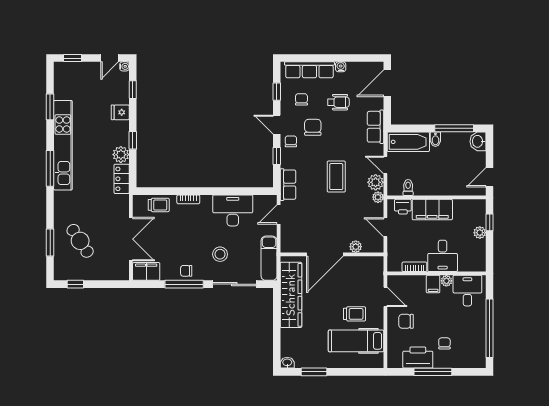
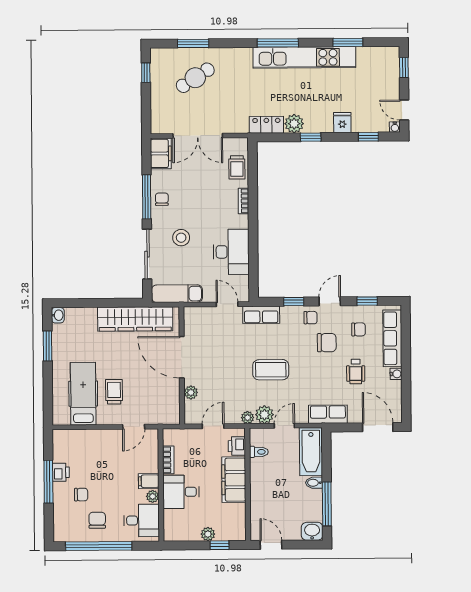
trolley: (355, 314) -> (114, 392), turned 180
chair: (406, 321) -> (97, 520), moved
printer: (418, 358) -> (61, 472), width x0.53, depth x0.68

